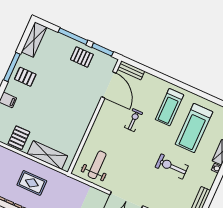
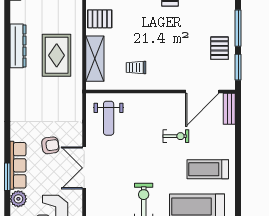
trolley: (68, 127) -> (136, 67), added
weight bench: (97, 165) -> (109, 118), turned 90
rug: (32, 183) -> (57, 55), width x1.36, depth x1.43

